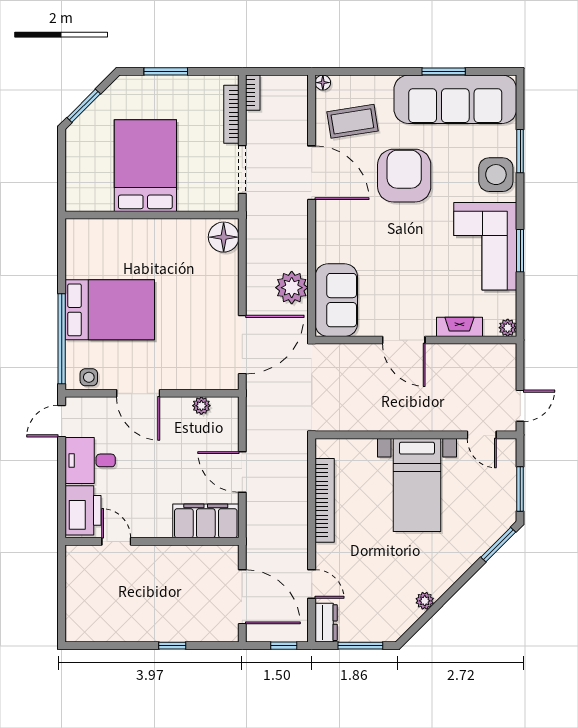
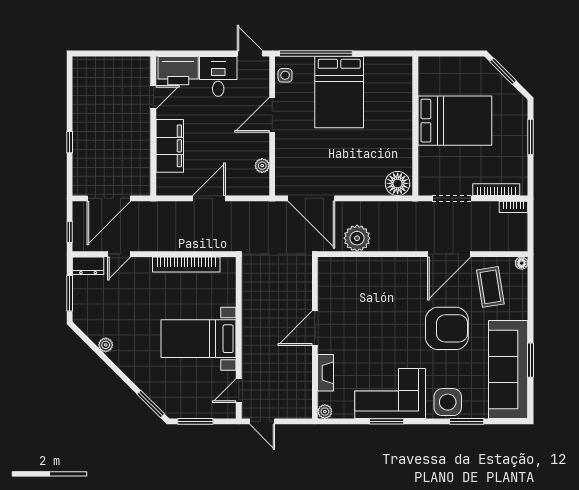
sofa: (336, 300) -> (347, 274), removed
filing cabinet: (206, 521) -> (170, 146), moved

